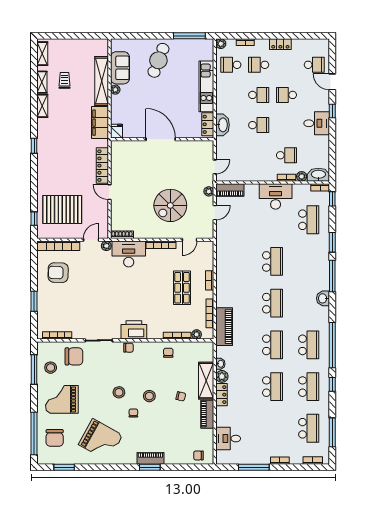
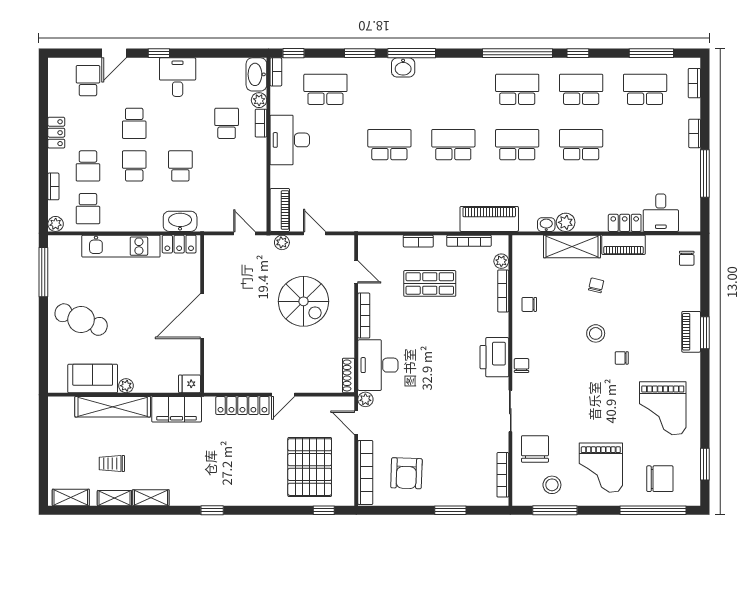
washbasin: (323, 298) -> (403, 67), moved
stool: (119, 392) -> (590, 380), removed
locker: (222, 395) -> (625, 223), moved
grand piano: (101, 440) -> (663, 408), turned 151

